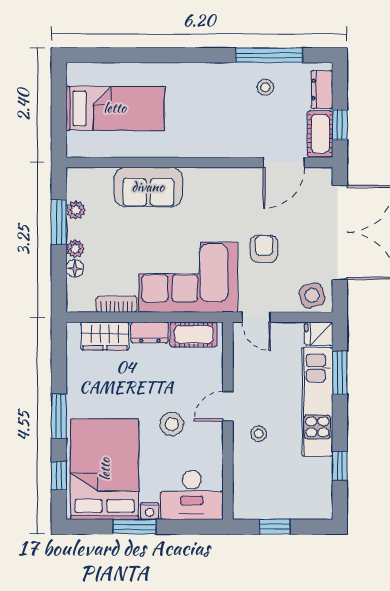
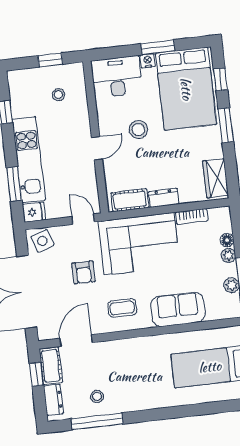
coffee table: (220, 197) -> (122, 308), added
wardrobe: (105, 336) -> (216, 178), moved, turned -90
stool: (259, 434) -> (58, 95), moved

